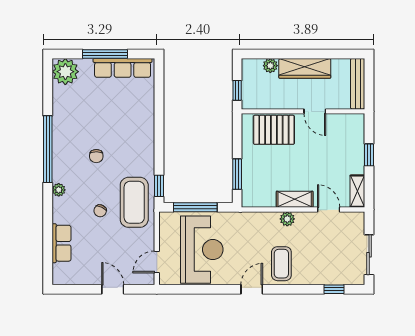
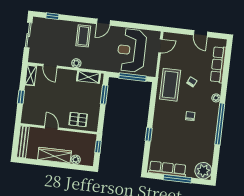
pallet: (274, 130) -> (78, 119), width x0.67, depth x0.71
window: (159, 186) -> (149, 134), moved
shelving: (295, 199) -> (89, 77), moved
row of seats: (61, 243) -> (218, 65), width x1.48
door: (113, 289) -> (201, 34), moved

